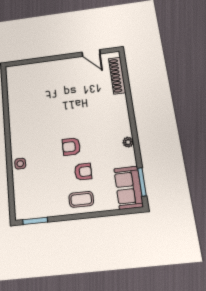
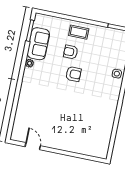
shoe rack: (117, 75) -> (19, 119), removed
sofa: (129, 188) -> (38, 44), moved

